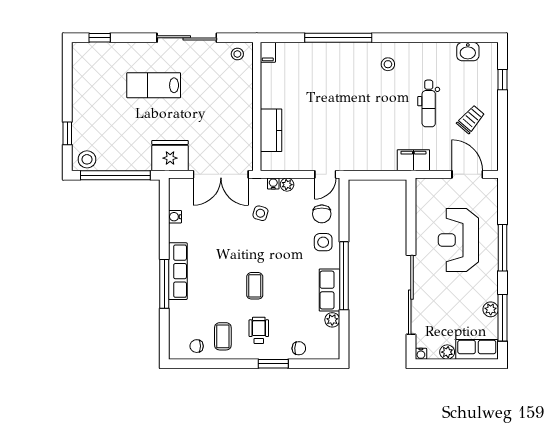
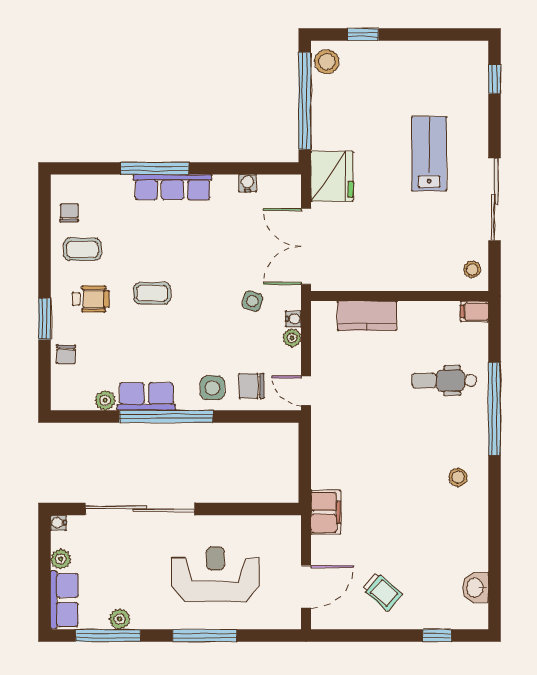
dental chair: (429, 103) -> (444, 381), moved

